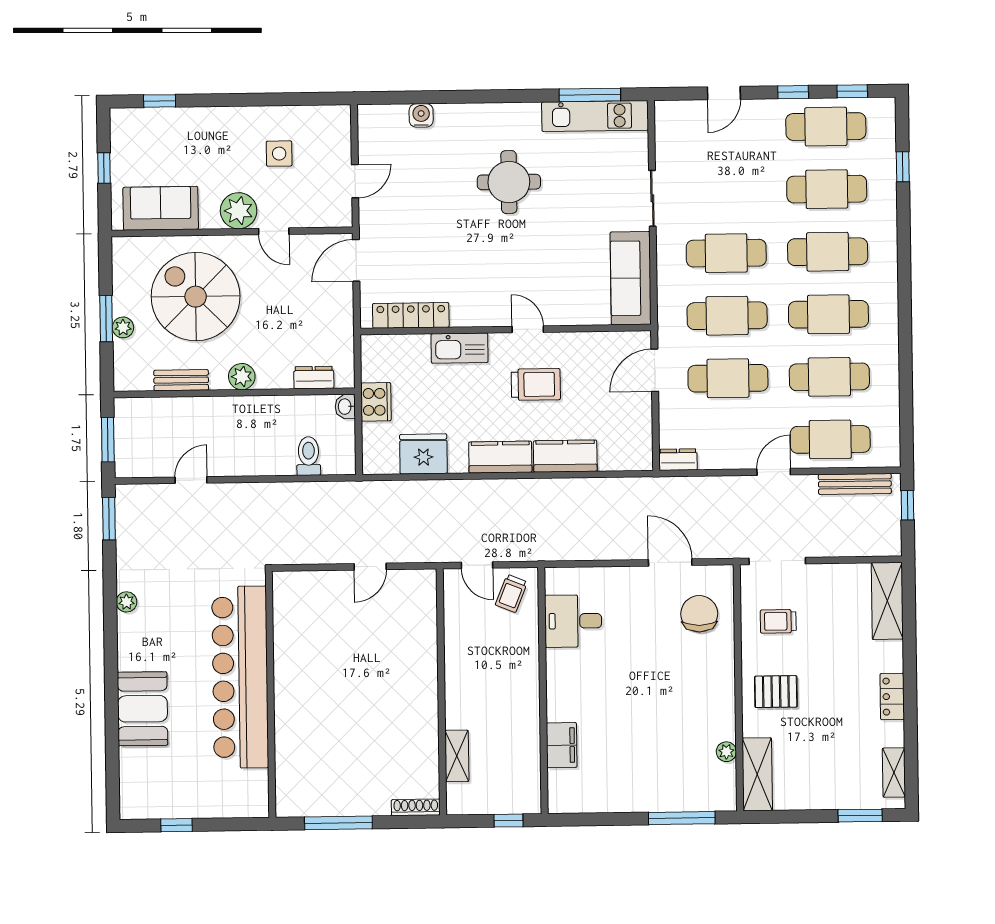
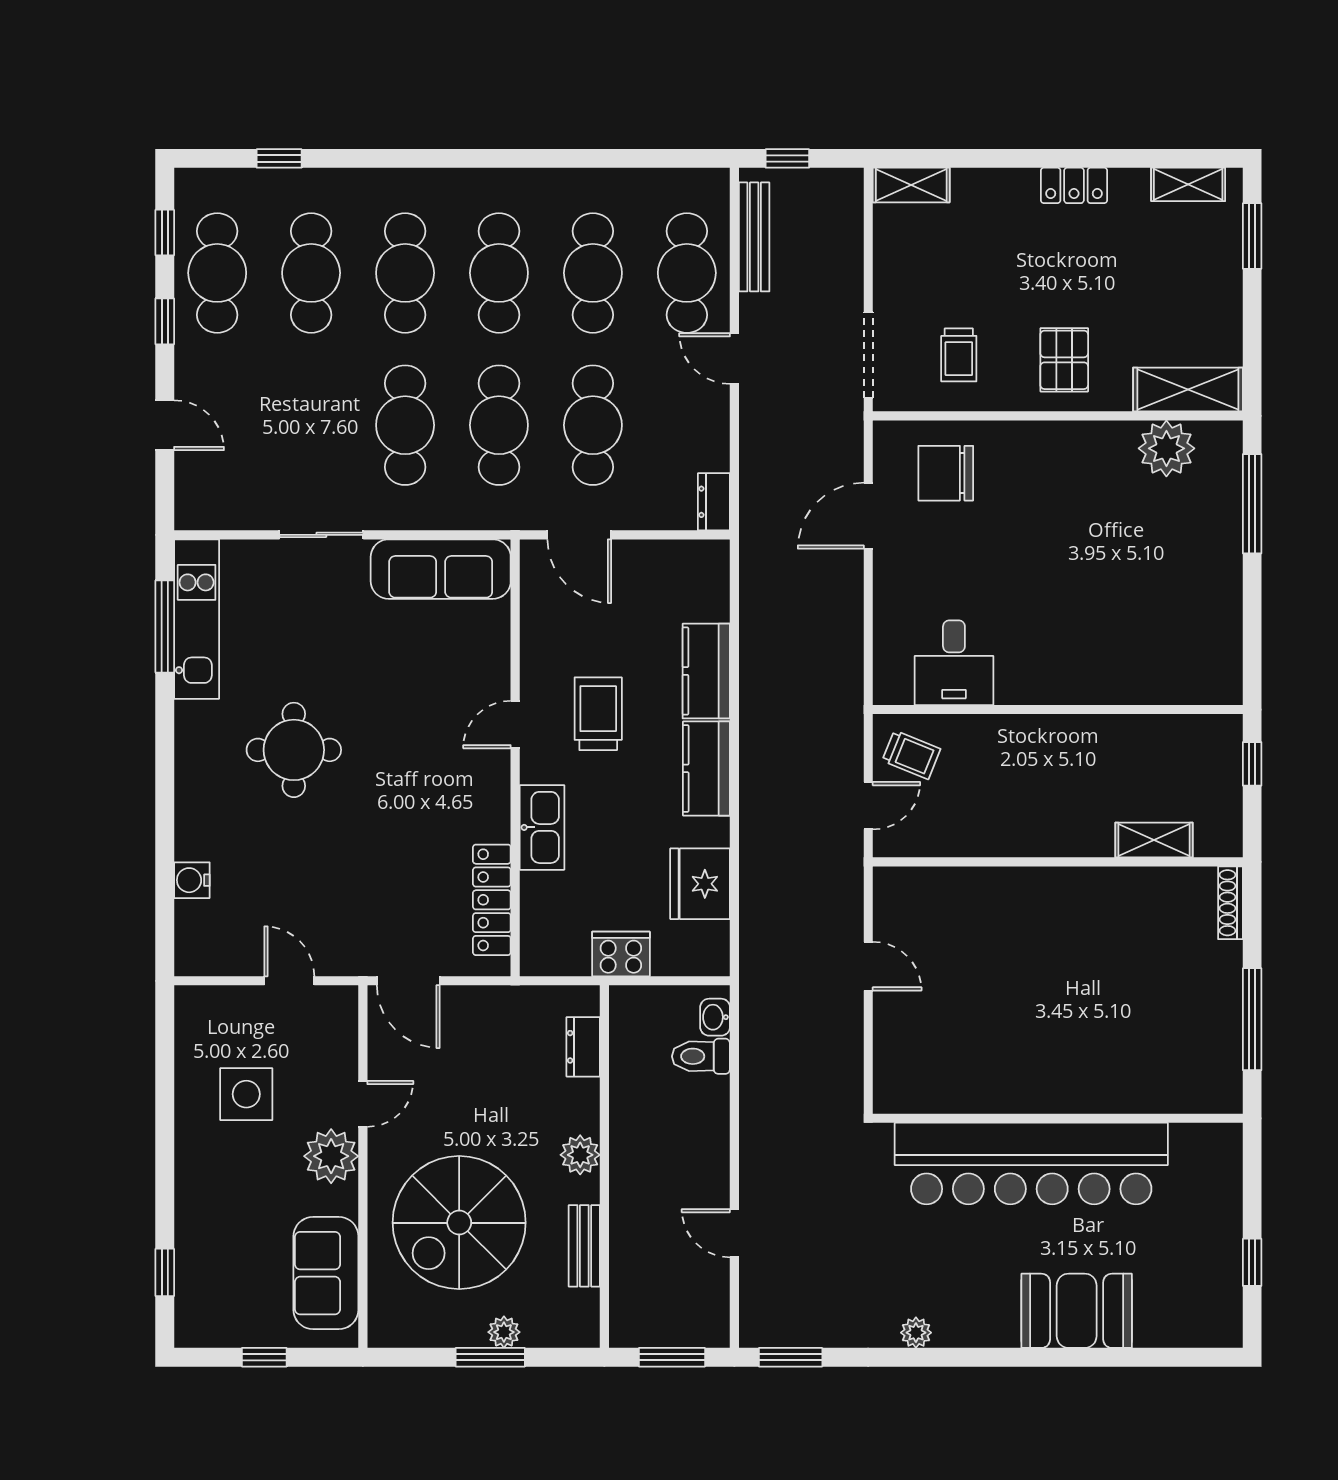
side table: (279, 154) -> (246, 1094), width x1.37, depth x1.37
washbasin: (345, 407) -> (715, 1017), moved, turned 90
shelving: (887, 601) -> (911, 185), width x0.67, depth x0.75
filing cabinet: (562, 745) -> (1140, 682), removed
plant: (726, 752) -> (1166, 448), width x1.88, depth x1.88

